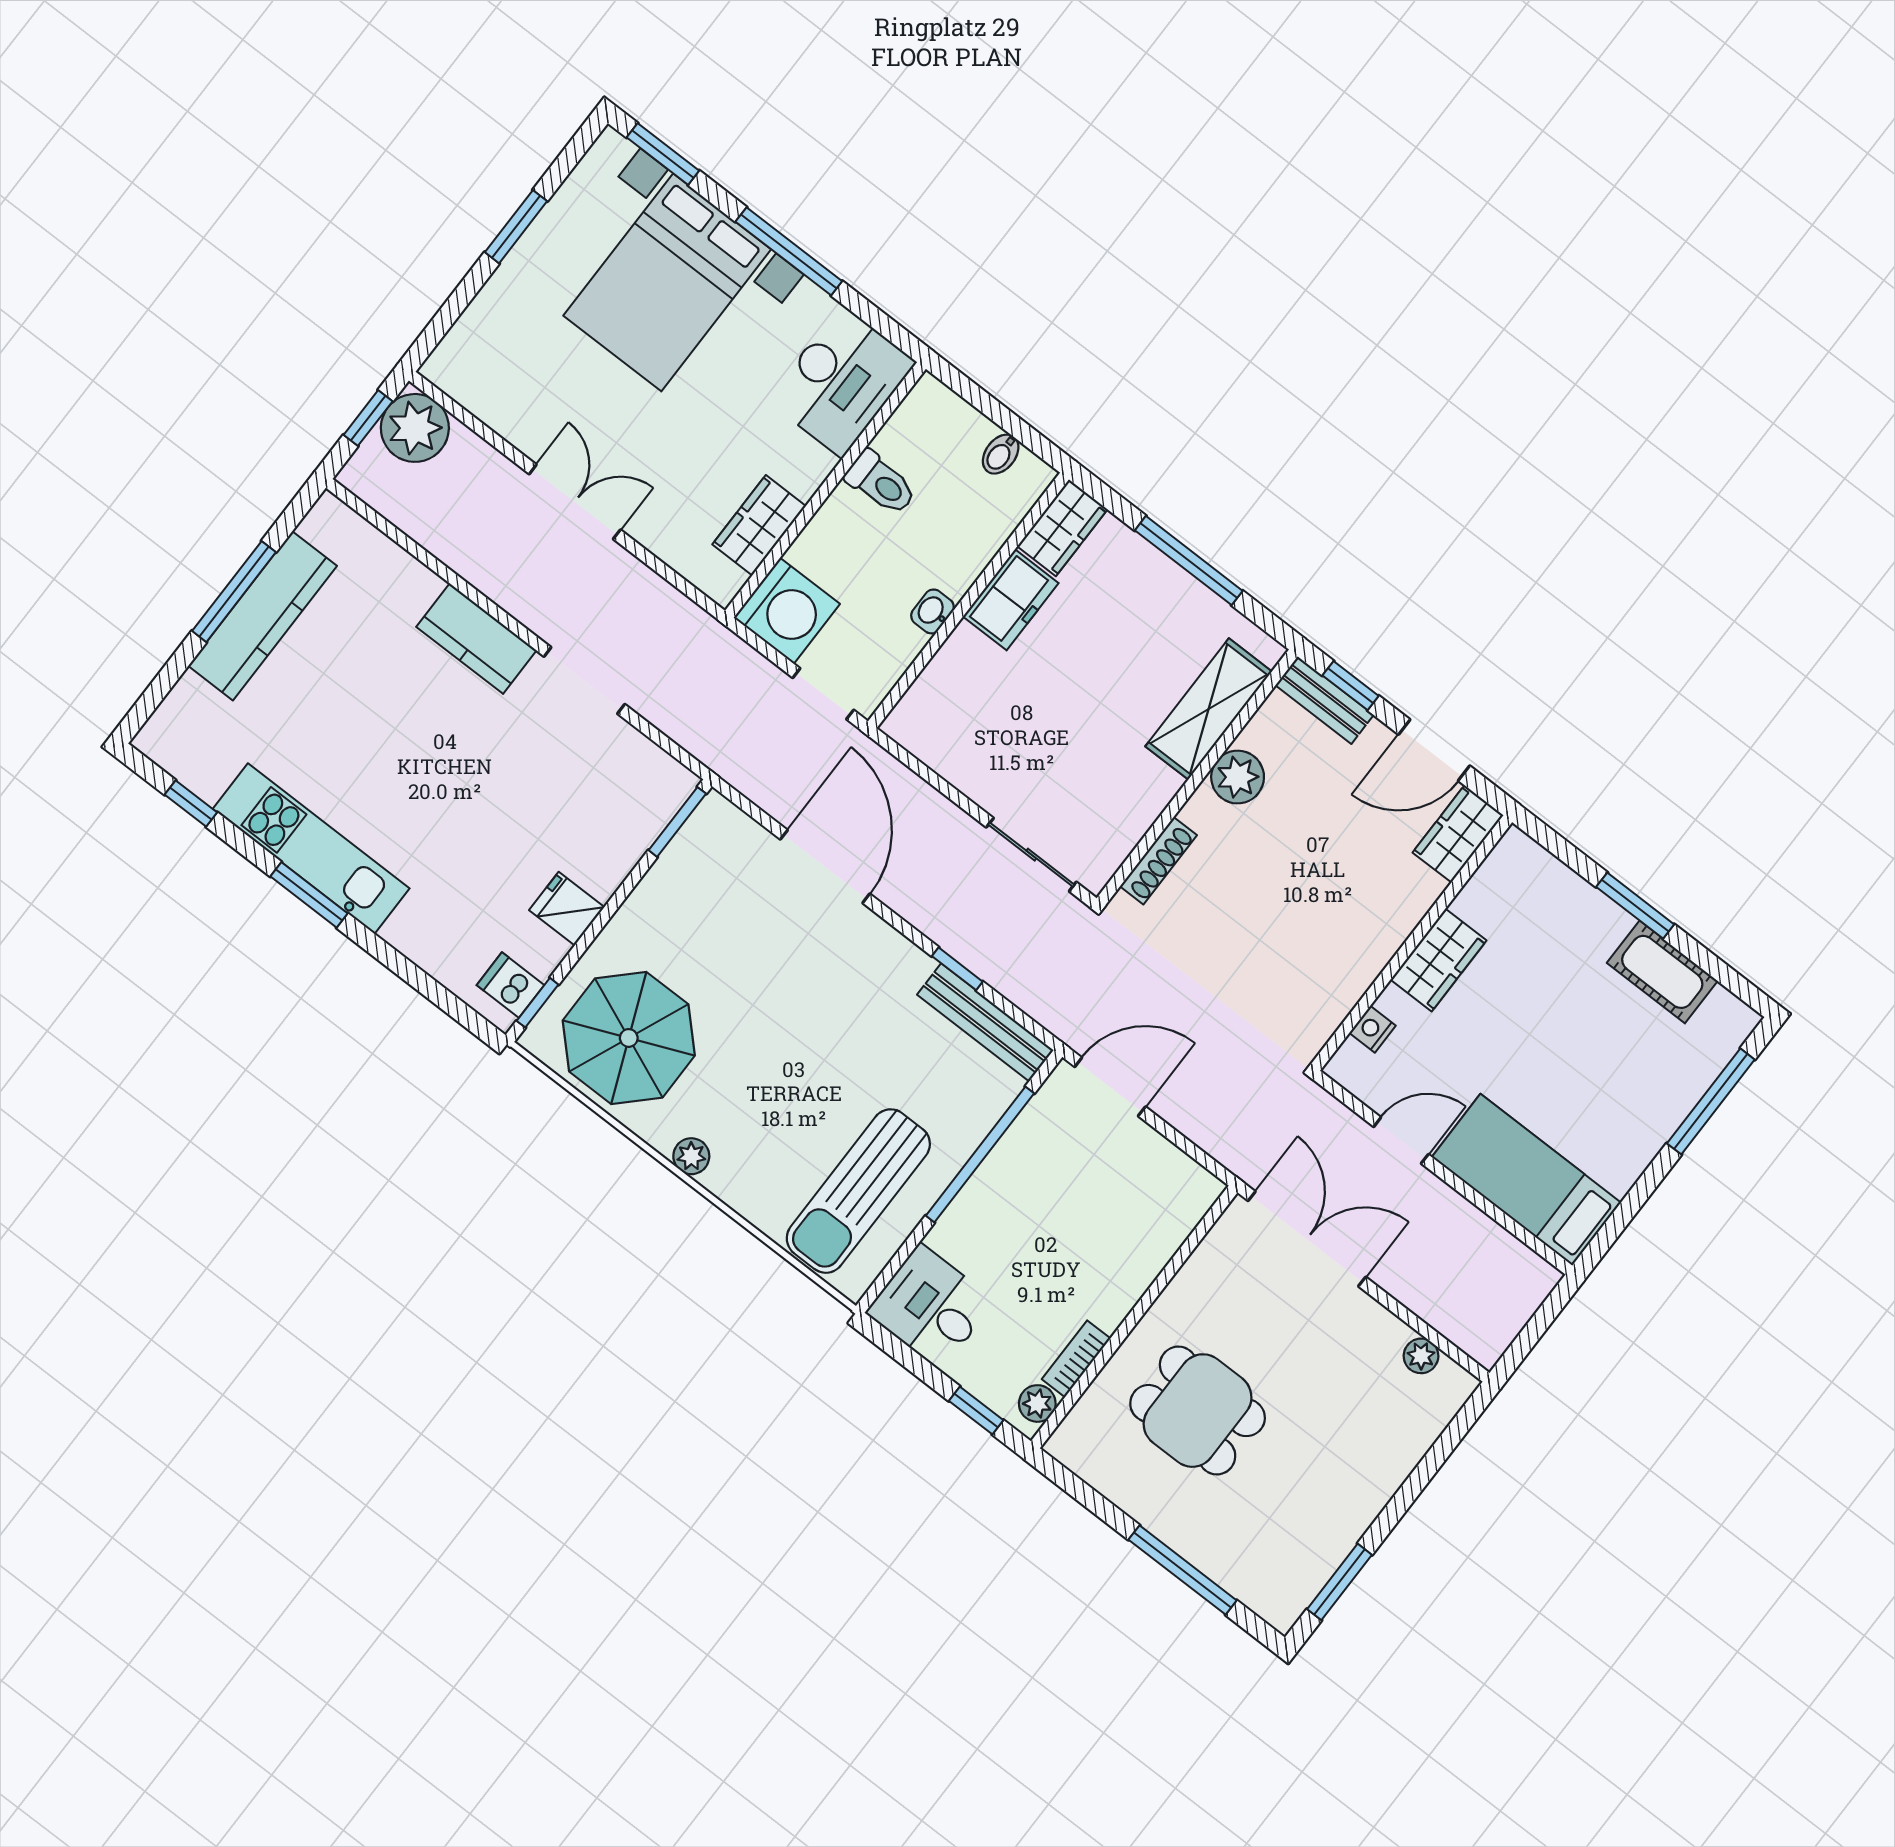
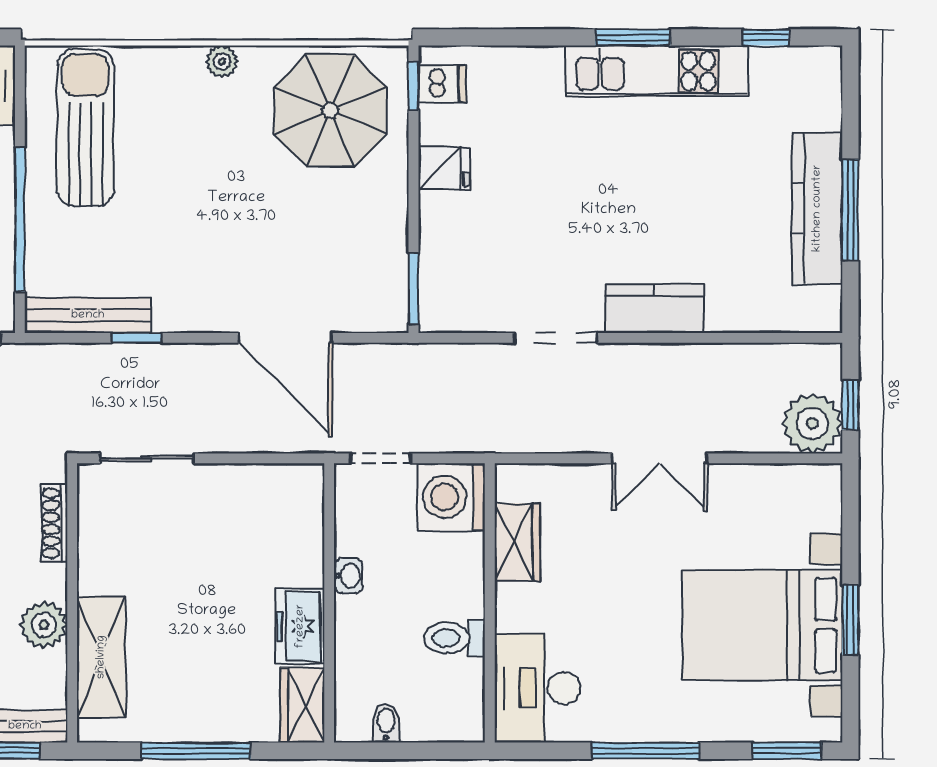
bed with nightstands: (667, 282) -> (763, 625), moved, turned -90

